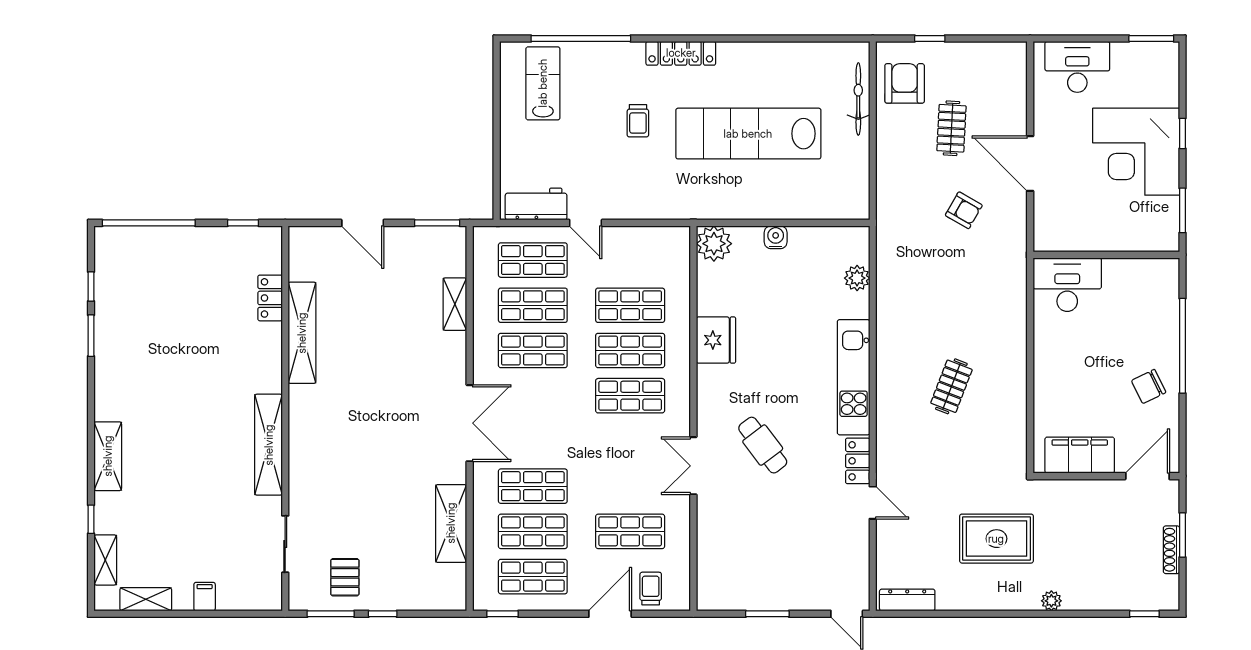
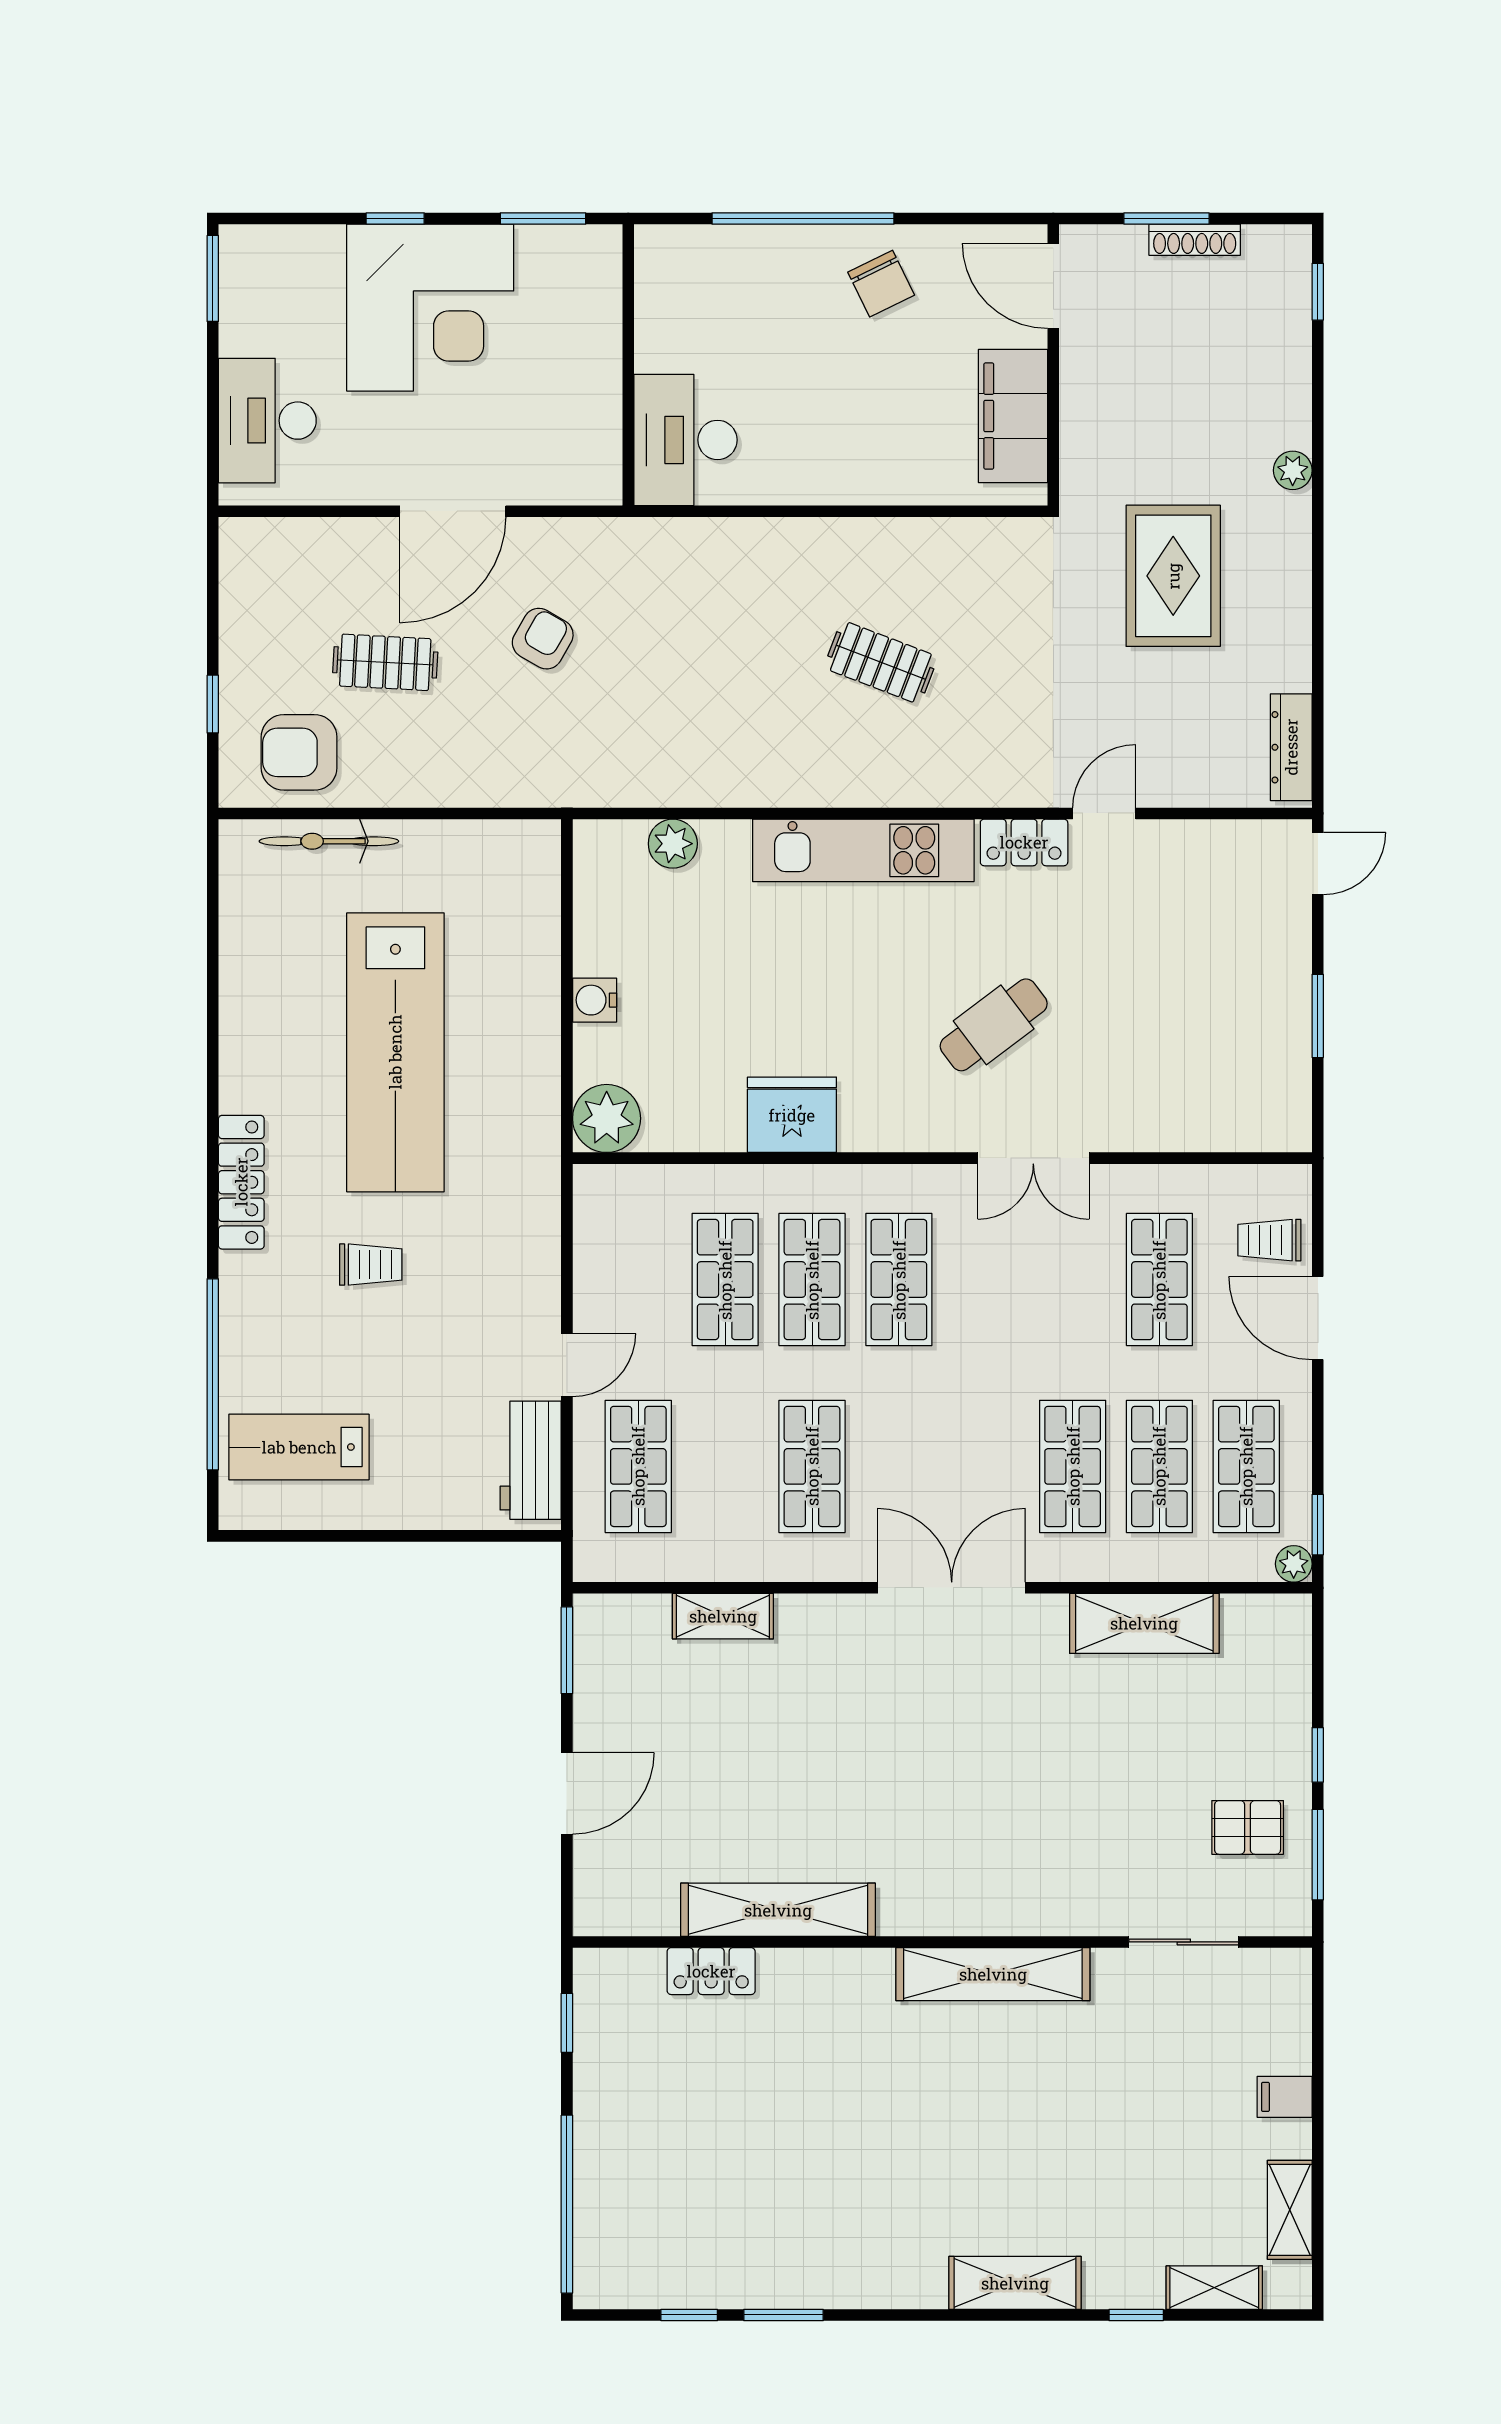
shop shelf: (533, 305) -> (725, 1466), removed
plant: (482, 601) -> (1294, 1564), added

